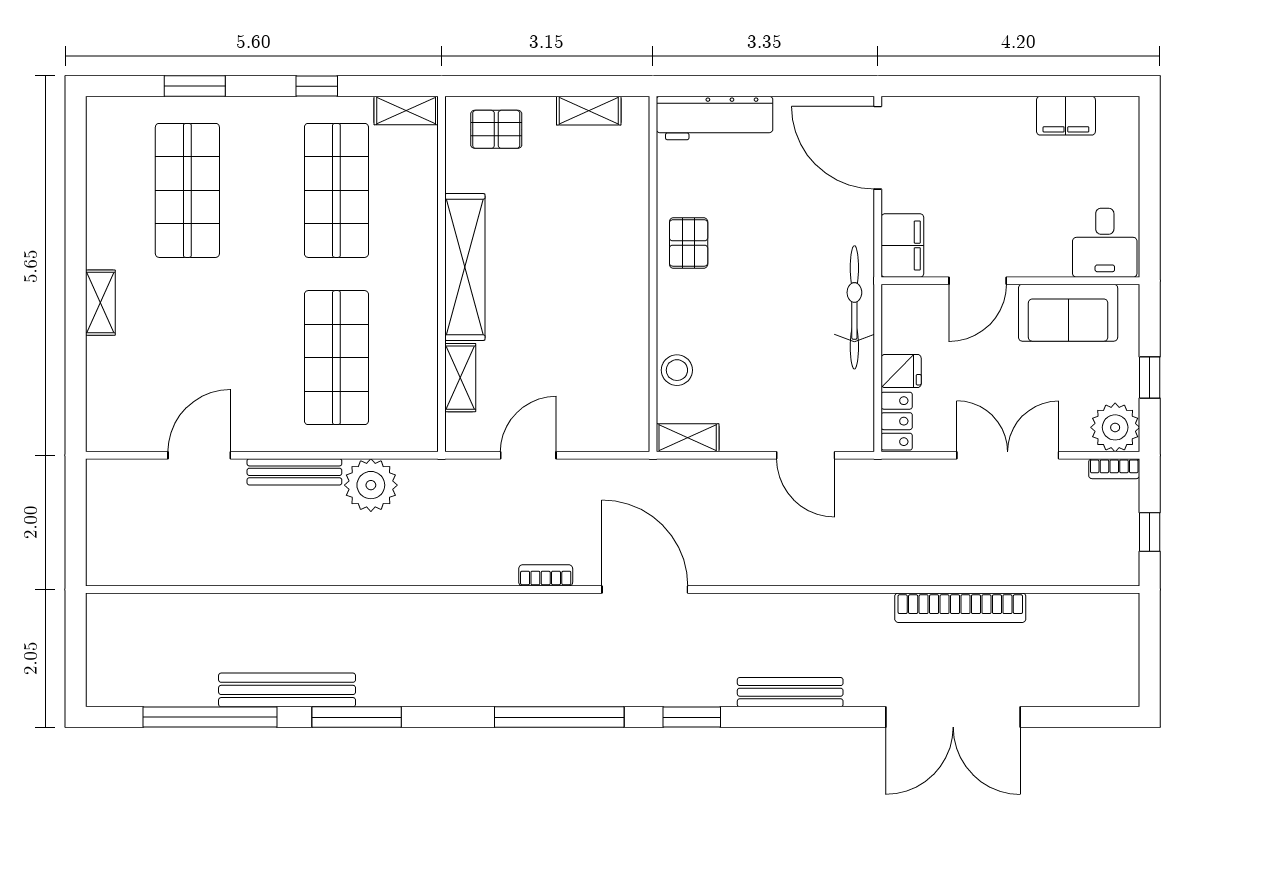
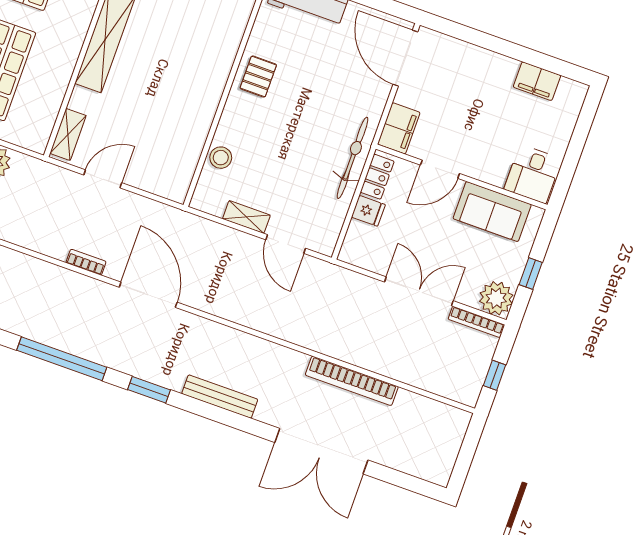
shelving: (460, 378) -> (68, 134), moved
locker: (897, 421) -> (377, 177), moved
shelving: (688, 438) -> (246, 217), moved
bookcase: (1114, 469) -> (476, 322), width x1.56

